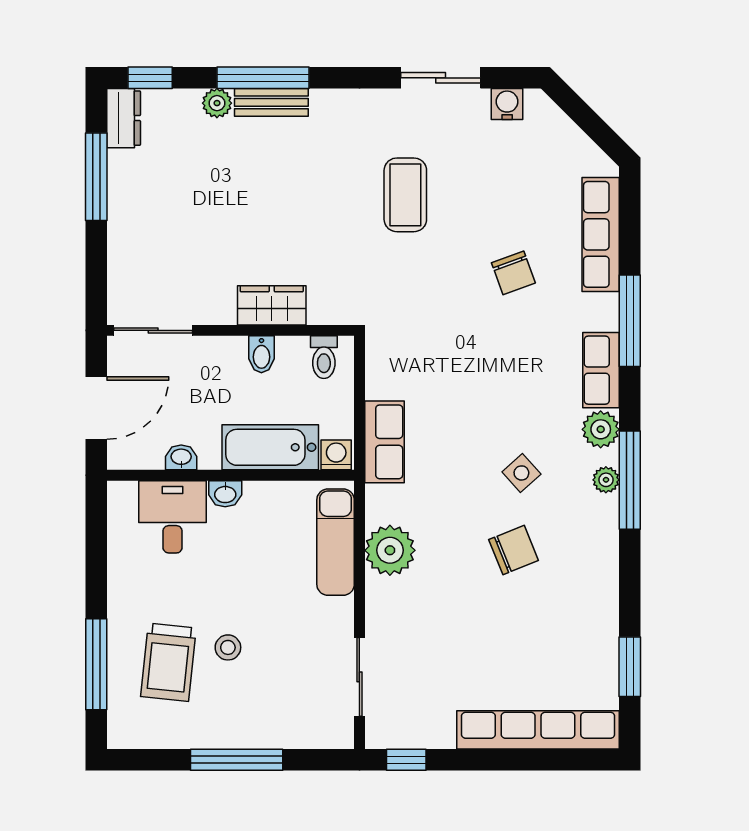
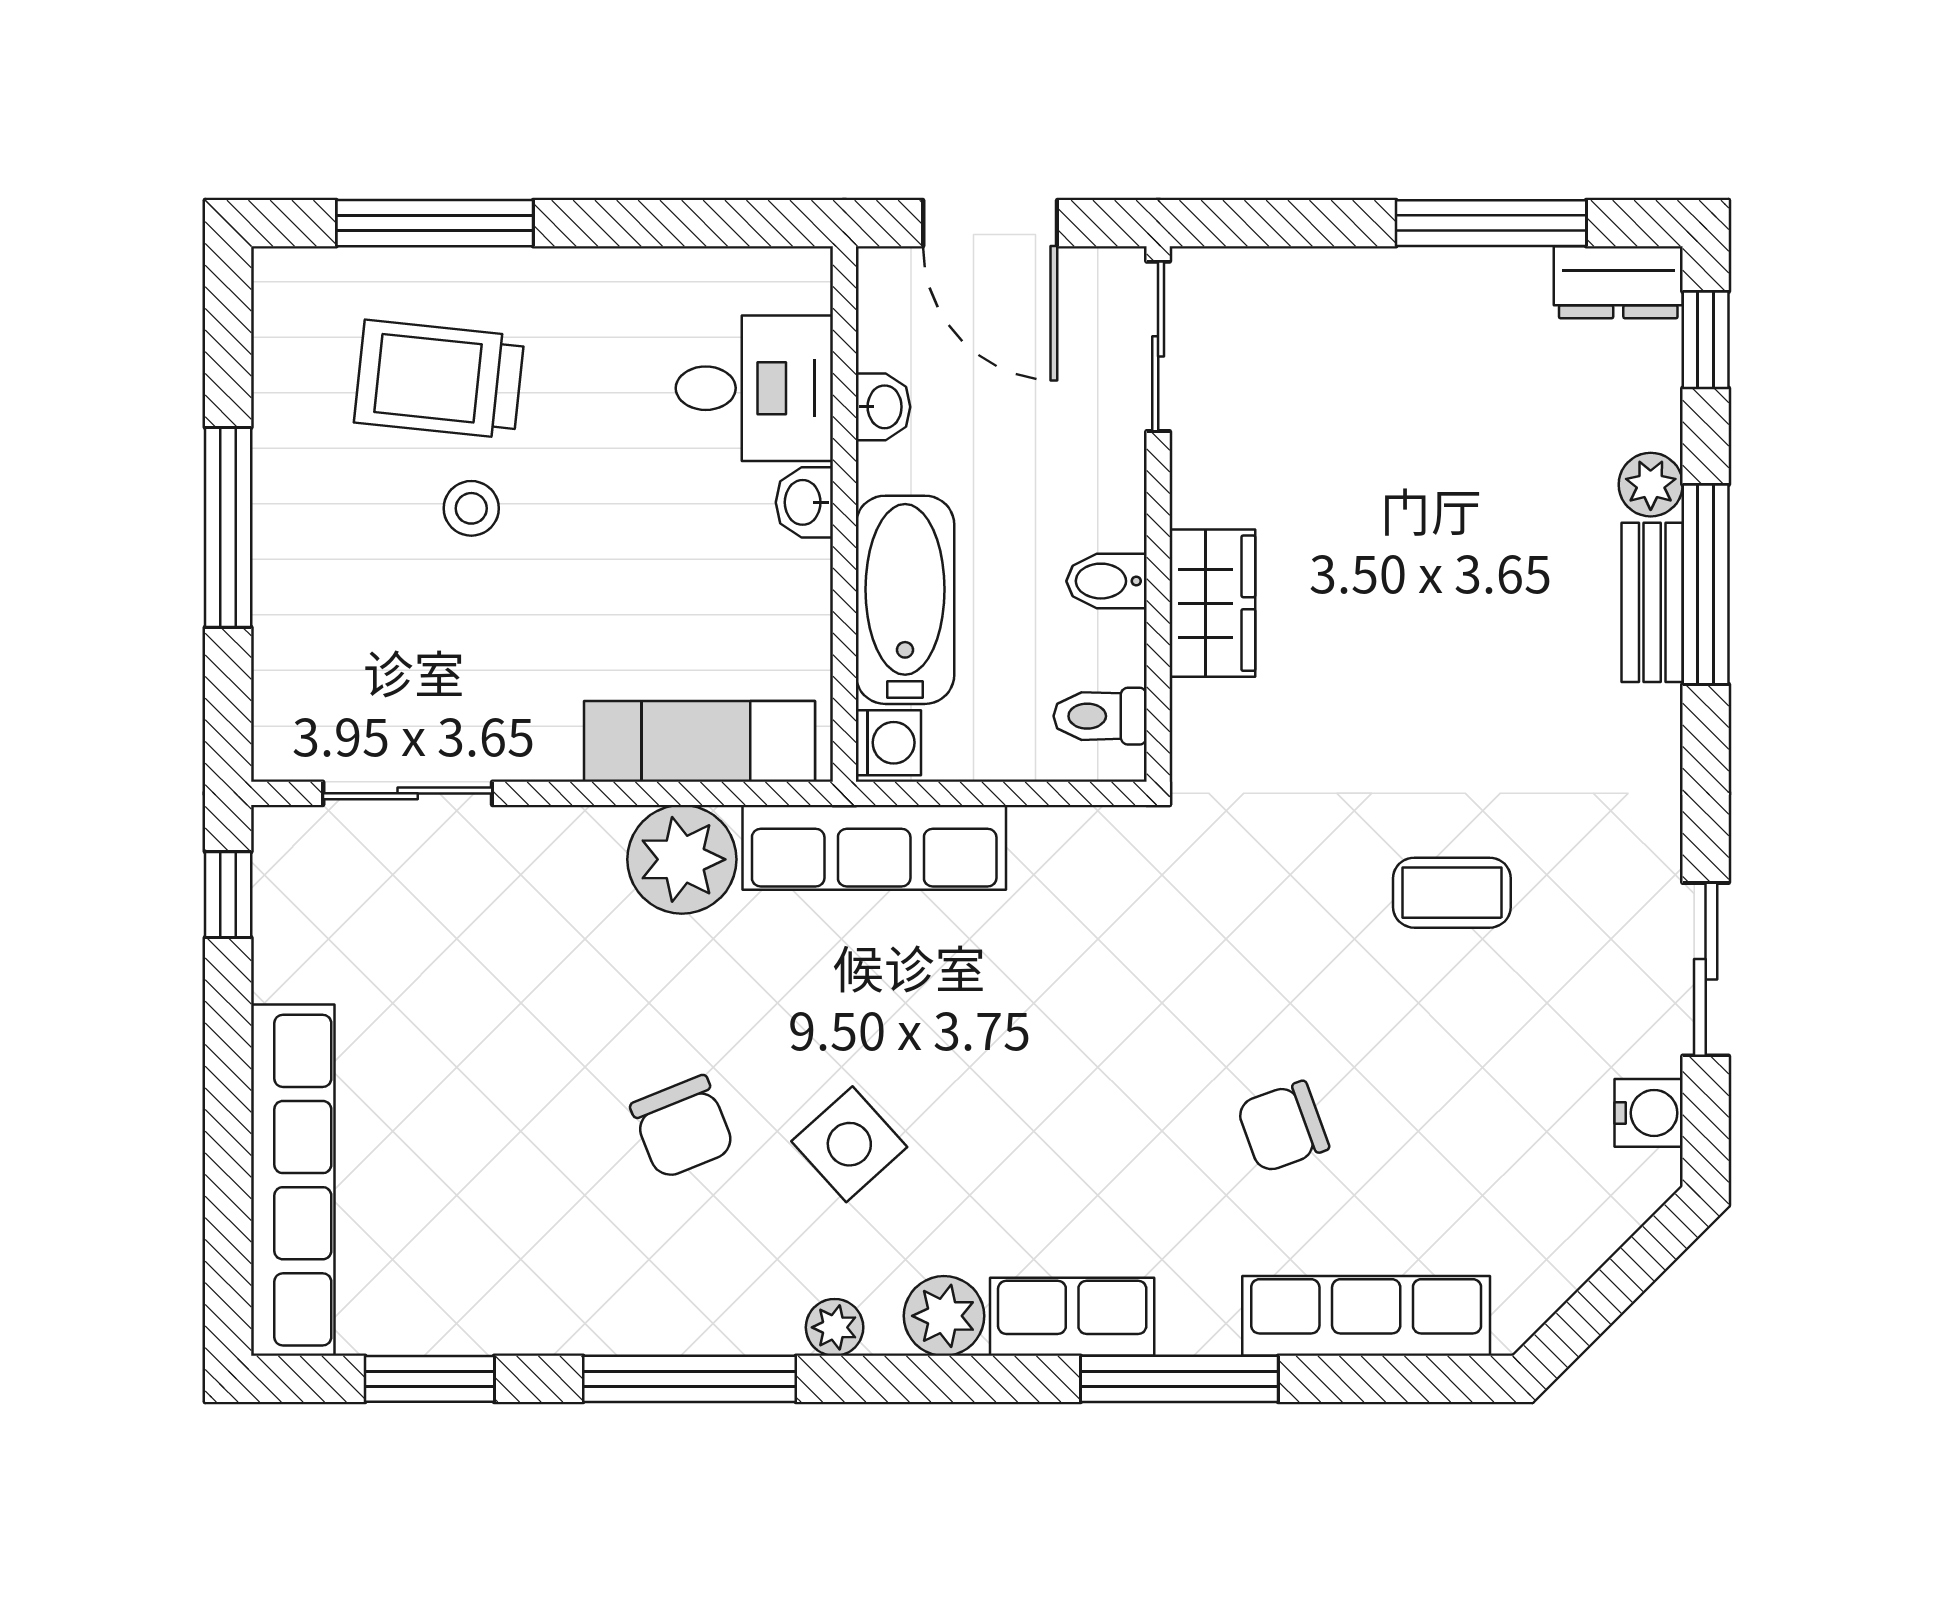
coffee table: (405, 195) -> (1452, 893), width x0.73, depth x0.77
row of seats: (384, 442) -> (874, 847), width x1.48
side table: (521, 473) -> (849, 1144), width x1.37, depth x1.37
window: (630, 480) -> (690, 1379), moved

